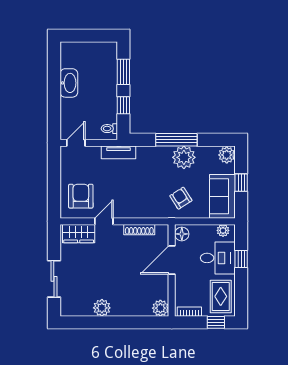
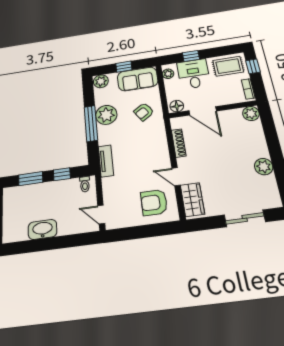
tv unit: (118, 152) -> (106, 161), moved

